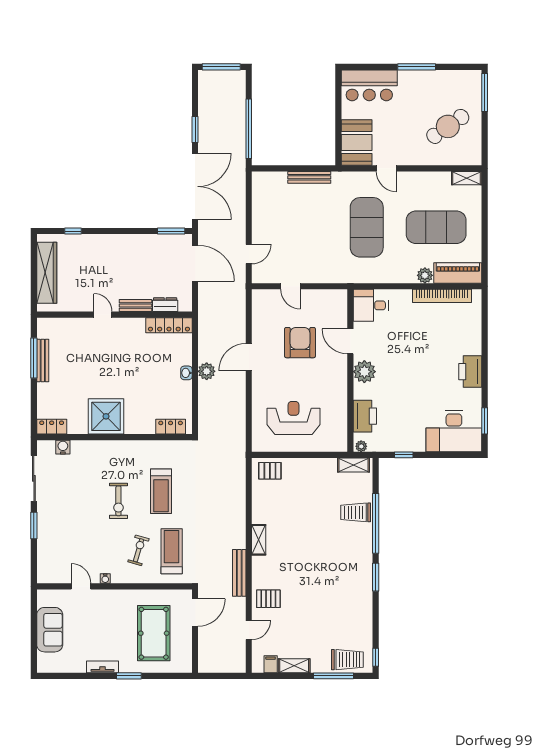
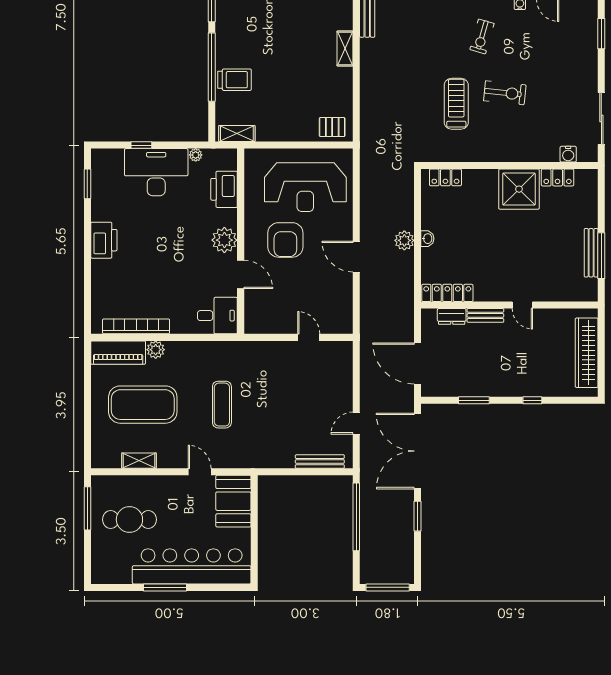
bar counter: (369, 85) -> (192, 566), width x1.86
window: (485, 93) -> (87, 508), moved
cafe table: (448, 126) -> (129, 520), turned 35
bench: (309, 177) -> (320, 462), moved
shelving: (467, 178) -> (139, 461), moved
exercise mat: (367, 227) -> (222, 405), width x0.50, depth x0.69
window: (73, 231) -> (532, 400), moved
window: (171, 231) -> (474, 400), moved
door: (249, 254) -> (356, 423), moved
armchair: (300, 343) -> (285, 240), moved
door: (249, 357) -> (356, 257), swing flipped
reception desk: (293, 418) -> (305, 187), width x1.36, depth x1.30
locker: (52, 427) -> (558, 177), moved
desk: (454, 431) -> (156, 172), moved
plant: (361, 446) -> (196, 155), moved
window: (404, 455) -> (141, 145), moved
exercise bike: (118, 501) -> (505, 93), turned 96
window: (34, 526) -> (601, 34), moved
treadmill: (172, 551) -> (444, 35), removed

